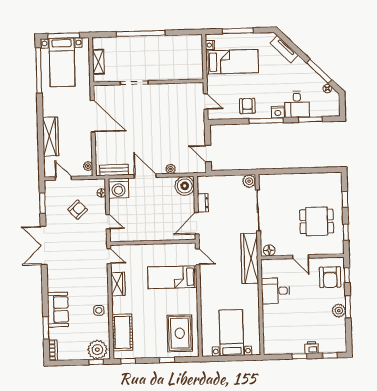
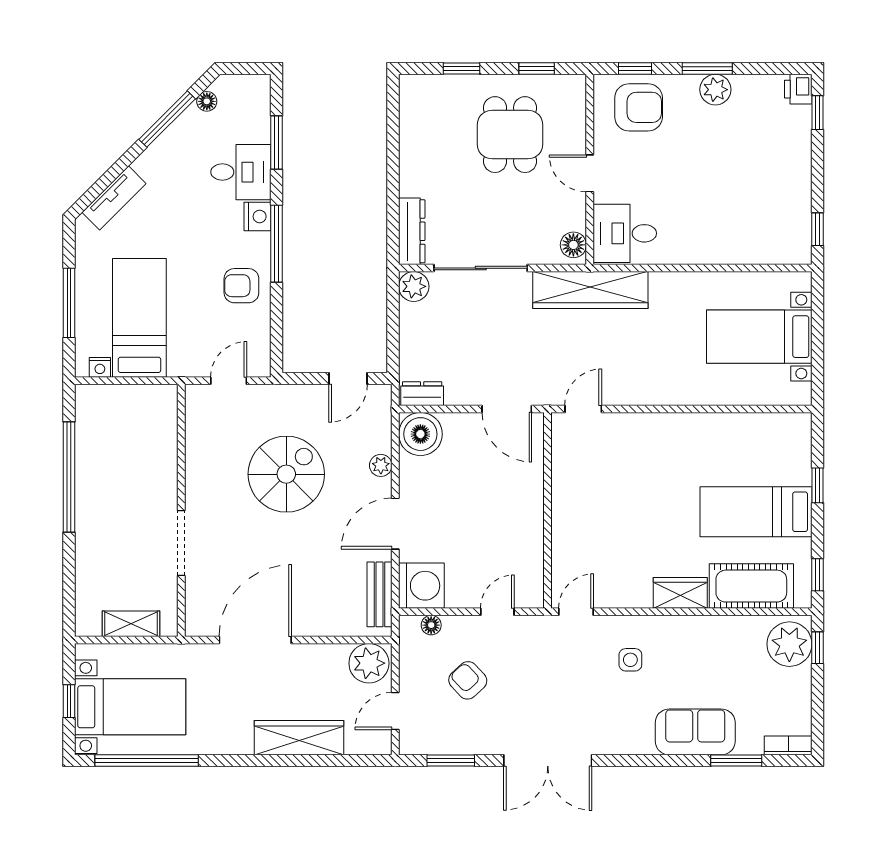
window: (141, 33) -> (69, 477), moved
window: (64, 36) -> (69, 701), width x0.46
spiral stairs: (166, 128) -> (286, 474), added
plant: (88, 166) -> (369, 663), width x1.88, depth x1.88
dresser: (273, 180) -> (412, 231), added
dresser: (203, 203) -> (422, 394), moved
door: (301, 257) -> (590, 173), swing flipped
bed: (172, 277) -> (756, 512), moved, turned 90
wardrobe: (118, 284) -> (680, 593), moved
desk: (276, 291) -> (625, 233), moved, turned 90
side table: (99, 310) -> (630, 660), moved
rug: (180, 333) -> (757, 455), removed
printer: (311, 348) -> (798, 89), moved
window: (299, 356) -> (817, 229), moved

